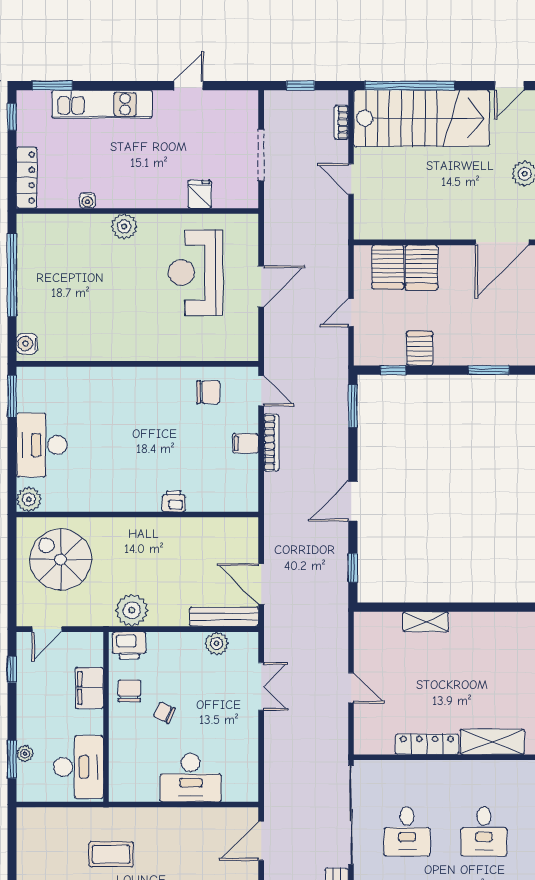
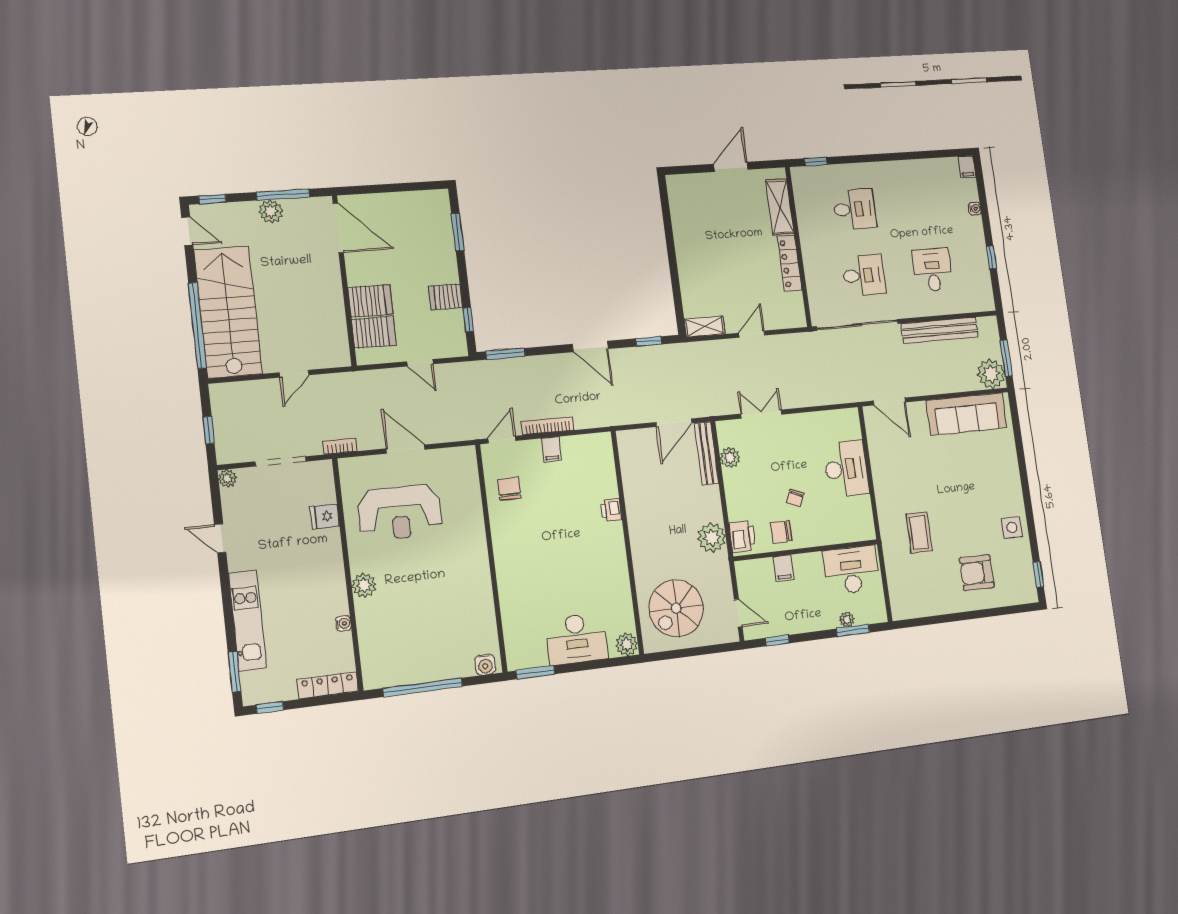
plant: (249, 99) -> (227, 478), added
bookcase: (341, 122) -> (340, 446), moved, turned 180
shelving: (426, 622) -> (705, 327), moved, turned 90
filing cabinet: (89, 688) -> (783, 568), width x0.50

